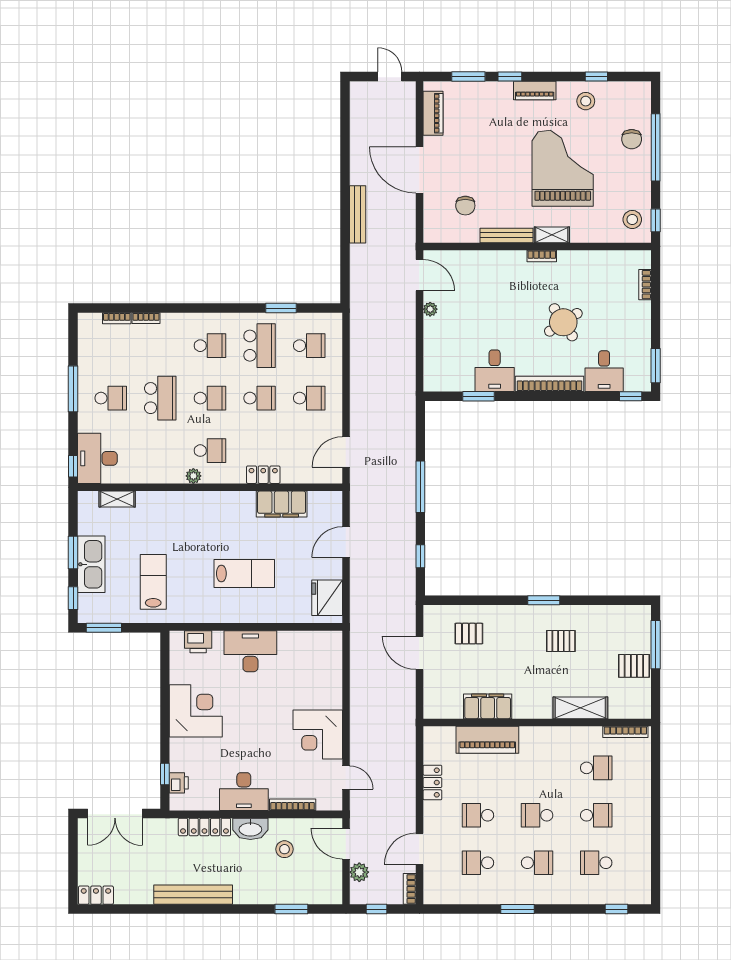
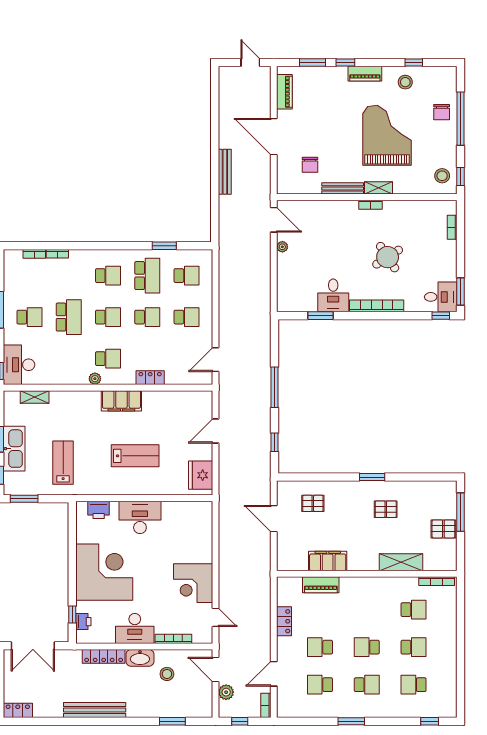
desk: (604, 371) -> (441, 297), moved, turned -90
filing cabinet: (282, 504) -> (121, 401), moved
corner desk: (196, 711) -> (104, 572), width x1.36, depth x1.36
piano: (487, 740) -> (321, 585), width x0.73, depth x0.75

